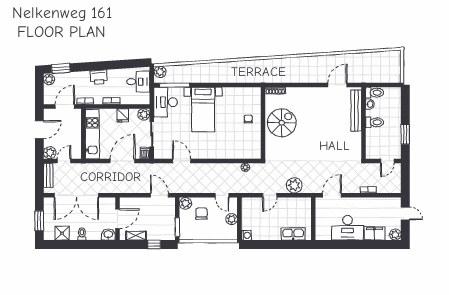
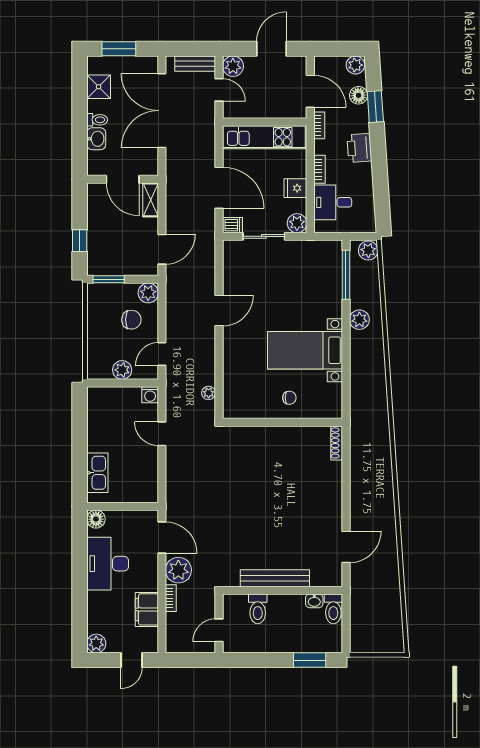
window: (61, 68) -> (375, 107), moved
plant: (201, 77) -> (359, 320), added
floor lamp: (67, 78) -> (359, 95), added
desk: (138, 82) -> (333, 202), moved, turned 90
door: (337, 85) -> (346, 547), hinge flipped
desk: (166, 102) -> (317, 260), removed
bed with nightstands: (203, 110) -> (305, 350), moved
bench: (356, 110) -> (275, 578), moved
toilet: (375, 122) -> (258, 609), moved
spiral stairs: (282, 123) -> (283, 454), removed
door: (39, 130) -> (272, 49), swing flipped
window: (405, 134) -> (310, 660), moved
door: (182, 161) -> (219, 311), moved
door: (387, 161) -> (219, 630), hinge flipped
plant: (294, 185) -> (178, 570), moved
filing cabinet: (374, 233) -> (147, 609), moved, turned 180
washbasin: (108, 235) -> (96, 139), moved
washing machine: (246, 235) -> (150, 395), moved
floor lamp: (321, 235) -> (96, 519), added
shelving: (136, 236) -> (151, 200), moved

